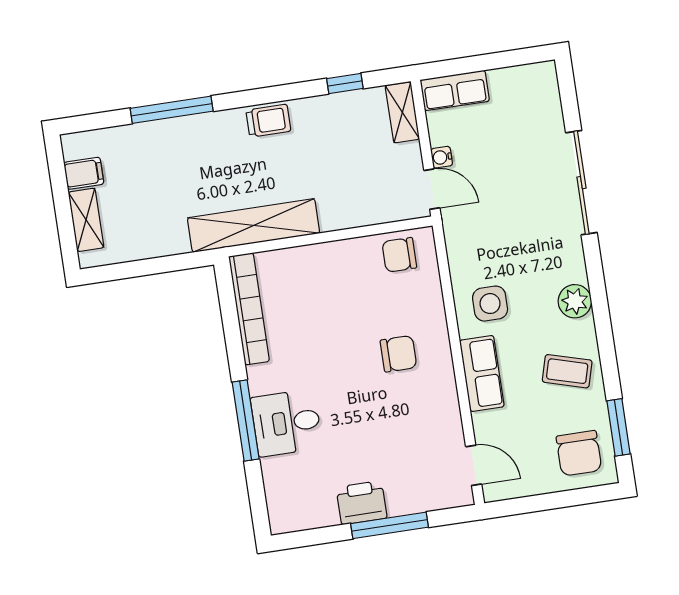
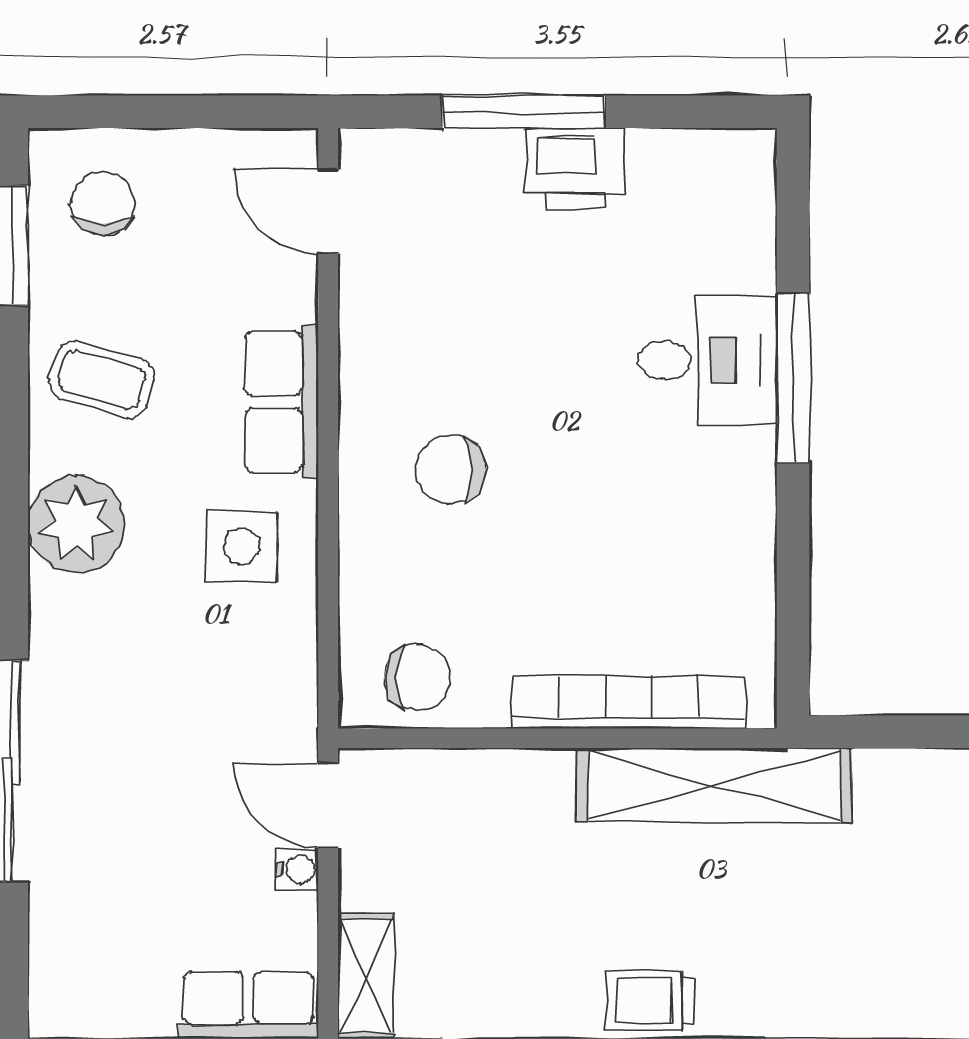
plant: (575, 301) -> (76, 524), width x1.36, depth x1.36
bookcase: (249, 309) -> (629, 702), moved, turned 90
chair: (579, 453) -> (103, 203), width x0.73, depth x0.73

